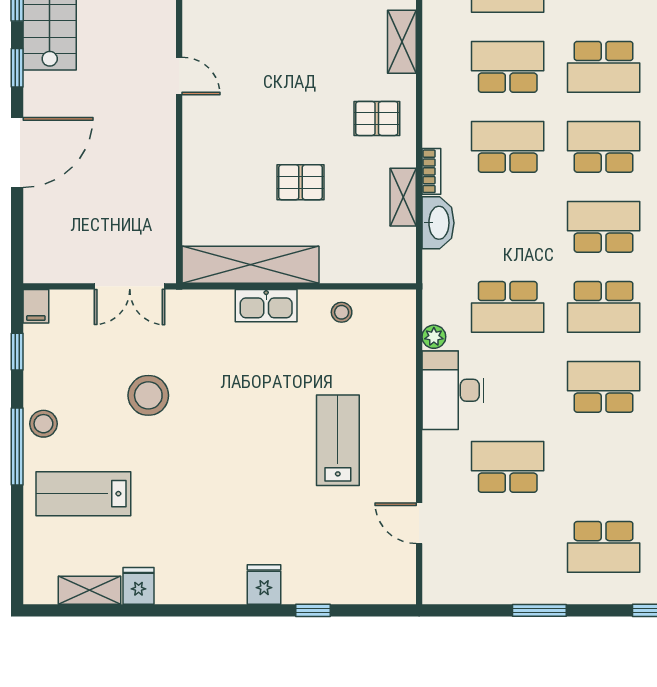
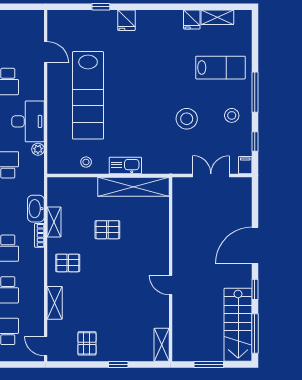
double door: (130, 286) -> (211, 175), moved
stool: (43, 424) -> (232, 115), moved
lab bench: (338, 440) -> (88, 95), width x1.86, depth x1.39

